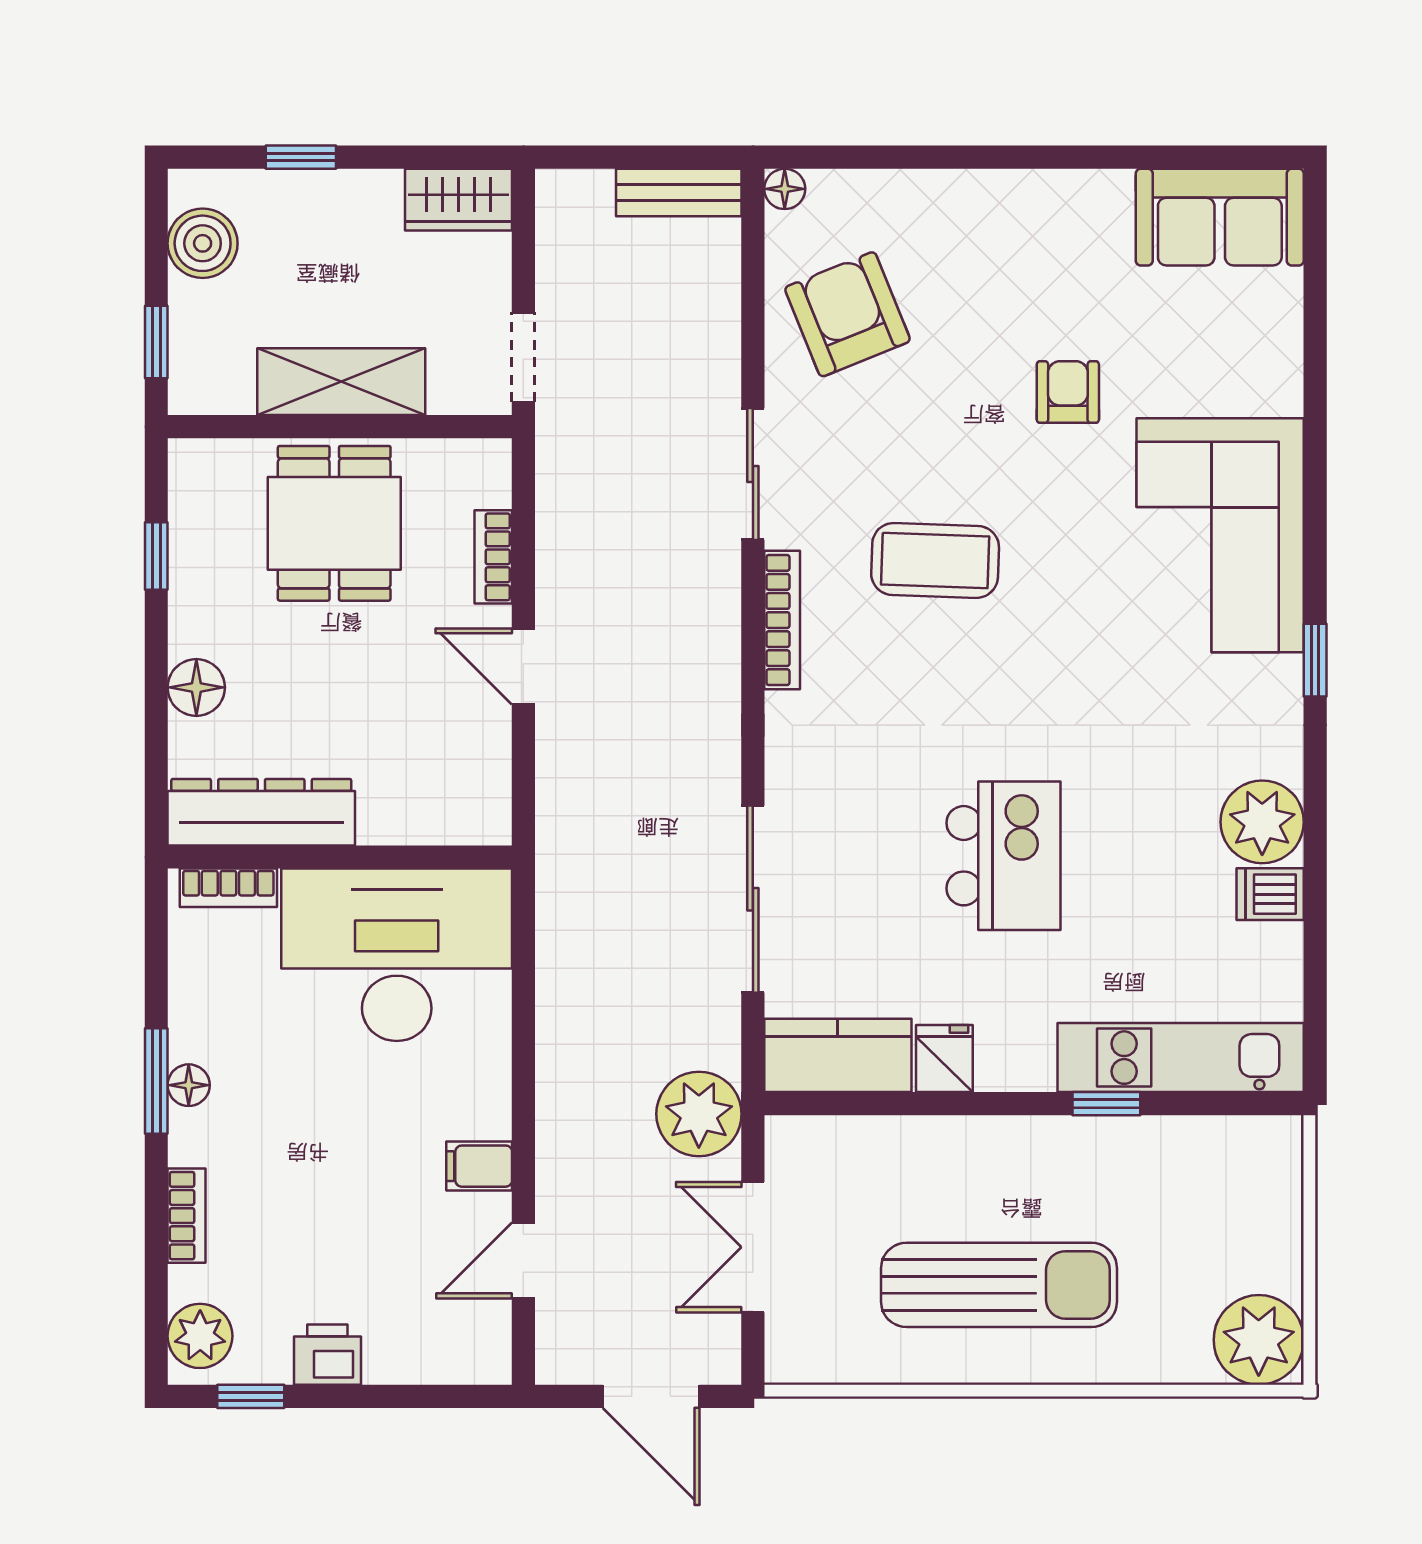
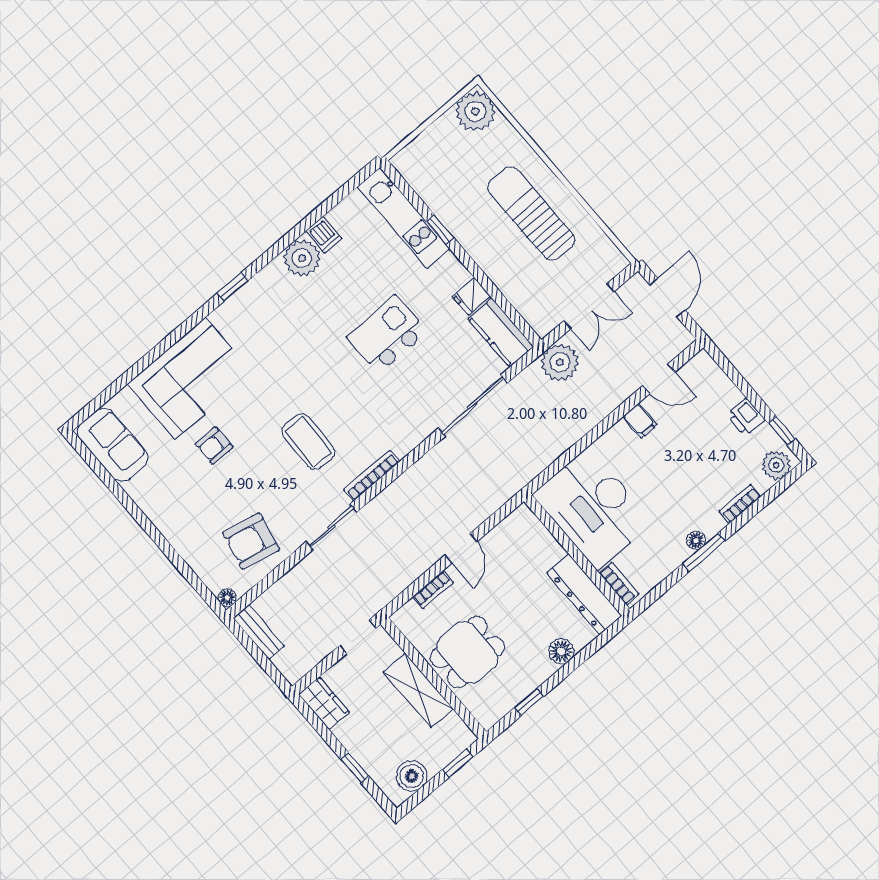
armchair: (848, 314) -> (251, 541), turned 34
corner sofa: (1220, 535) -> (190, 378), moved

